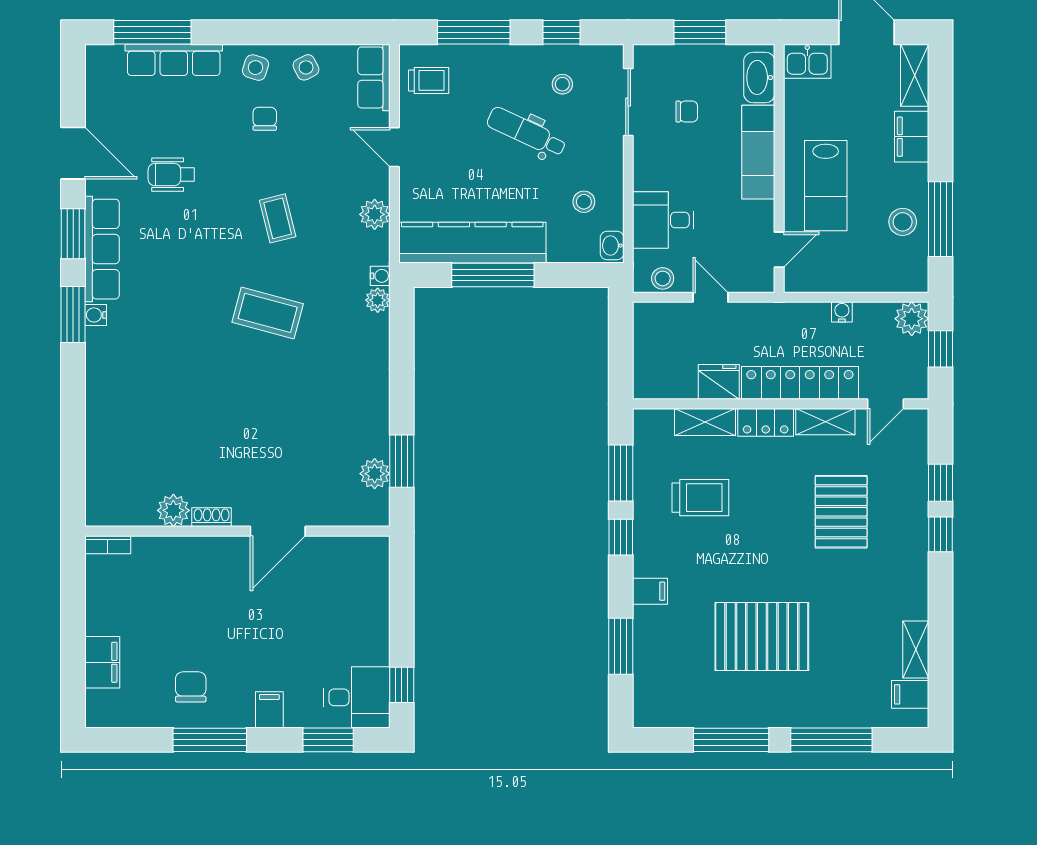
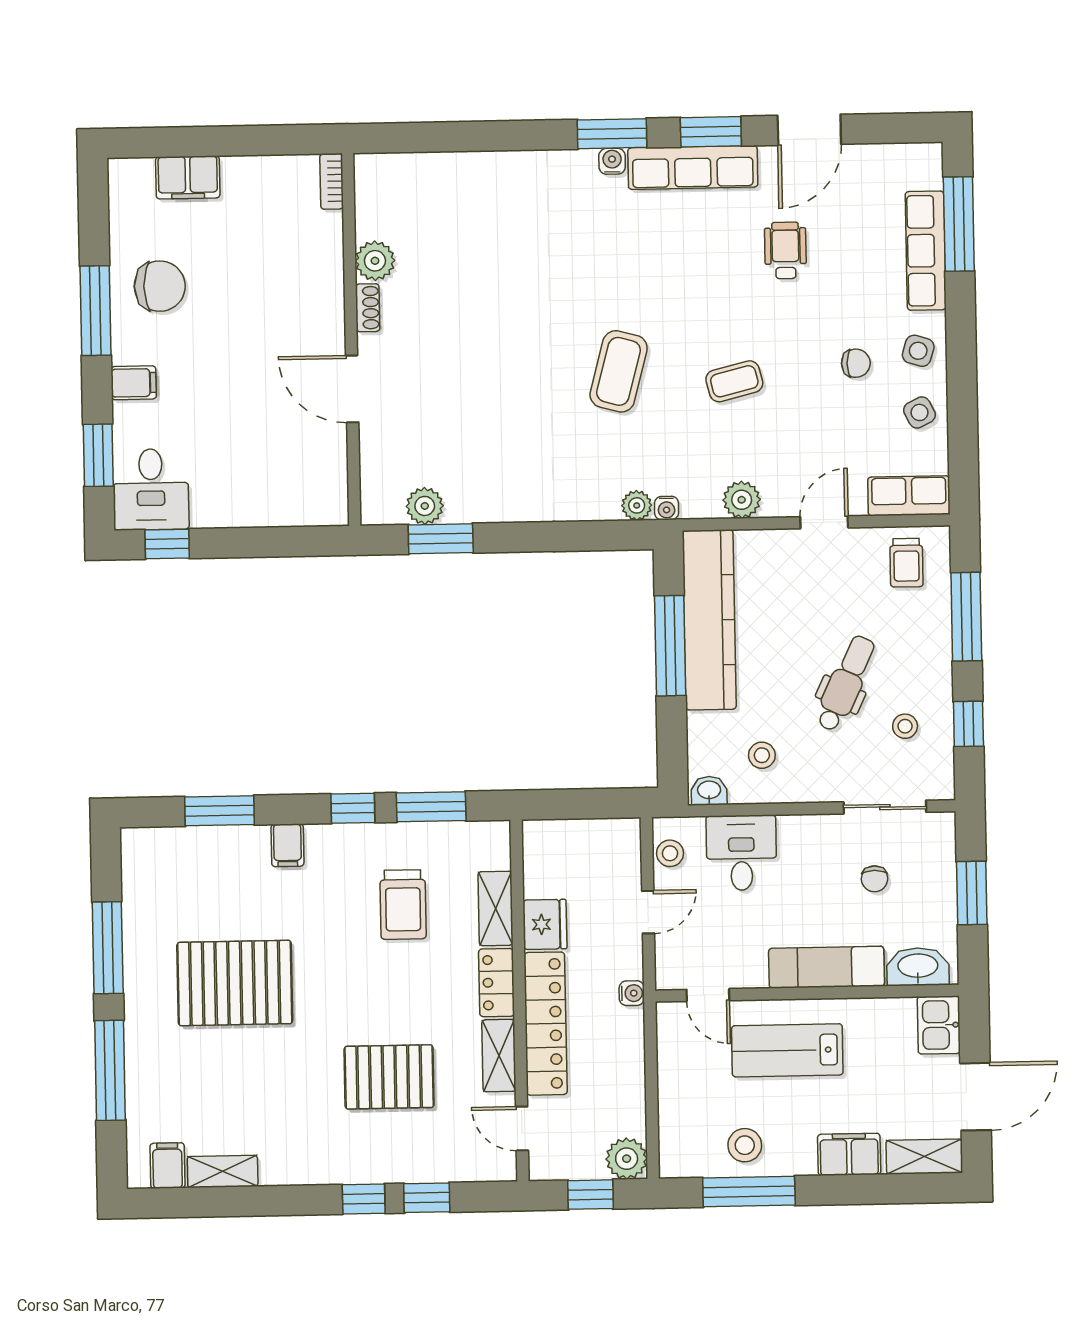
water cooler: (842, 312) -> (632, 993), moved
pallet: (762, 636) -> (235, 983), turned 90
chair: (191, 687) -> (160, 286), width x1.37, depth x1.37

